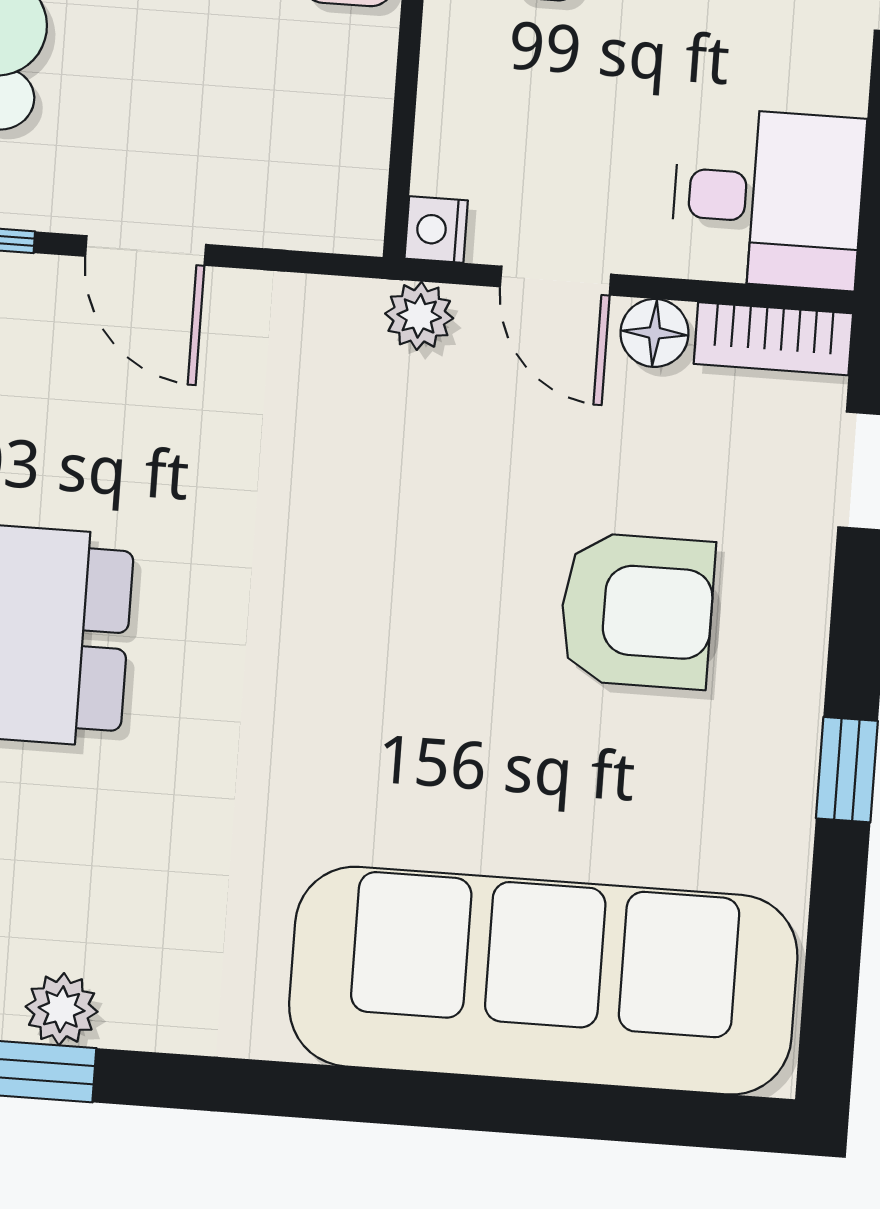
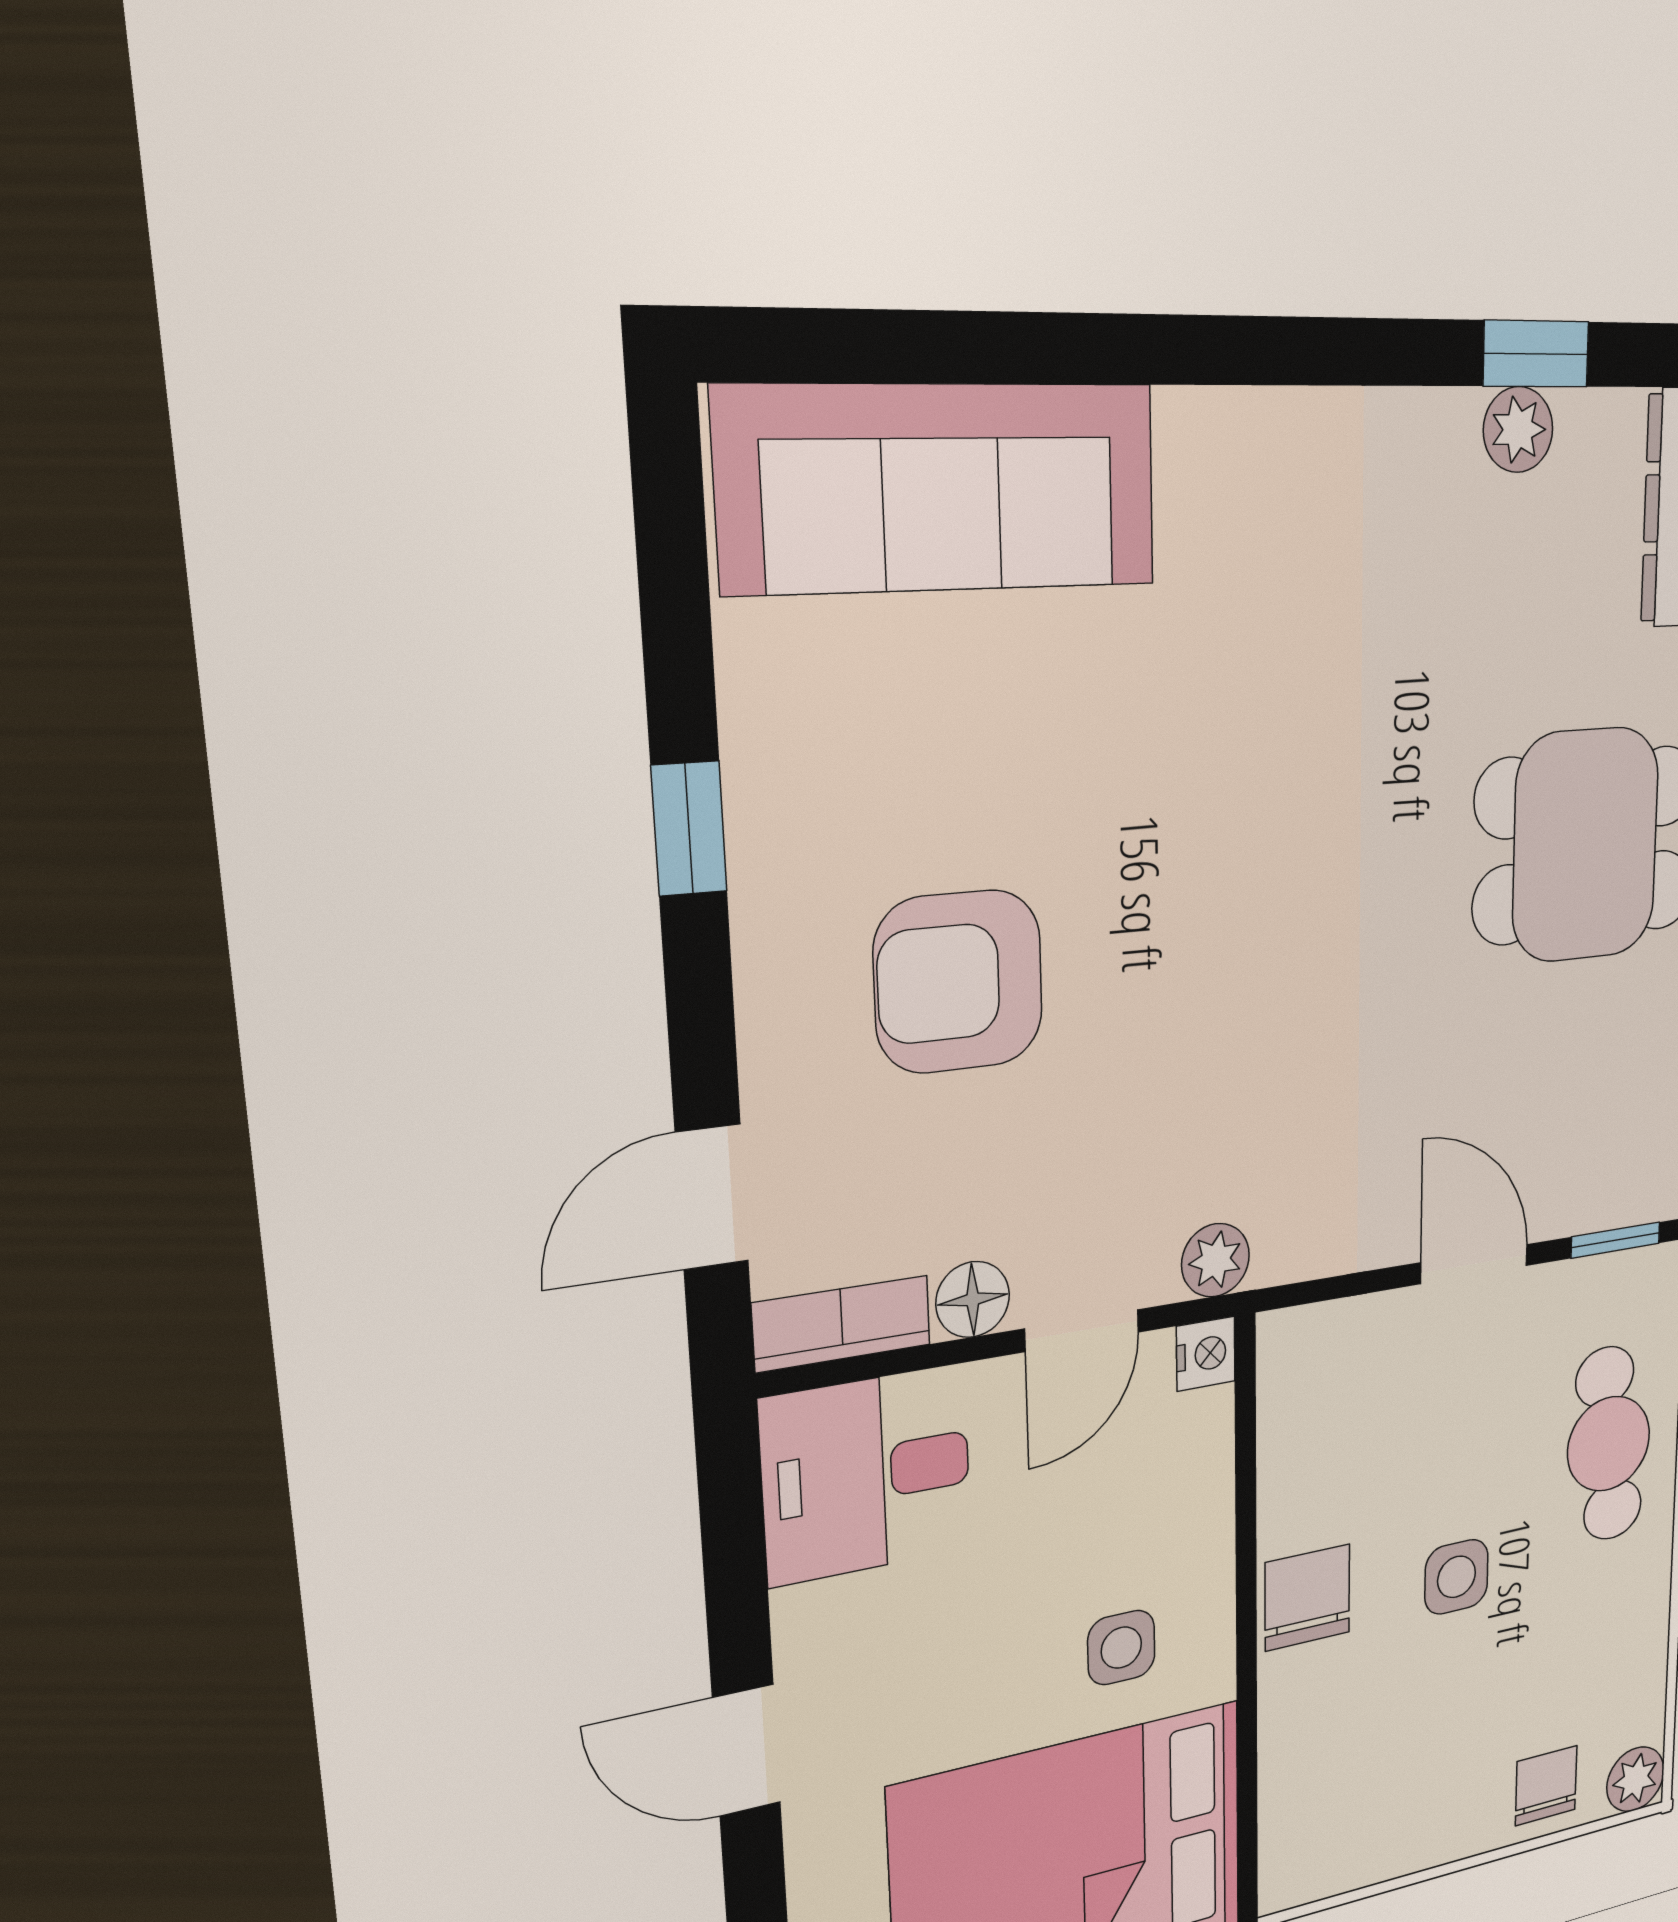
door: (556, 281) -> (1082, 1331), swing flipped
sofa: (543, 981) -> (941, 488), width x0.74, depth x0.79

